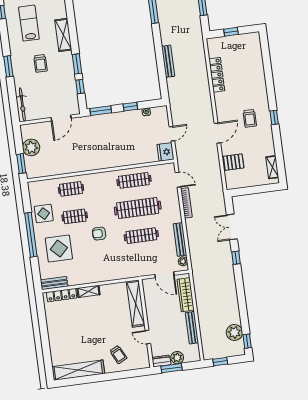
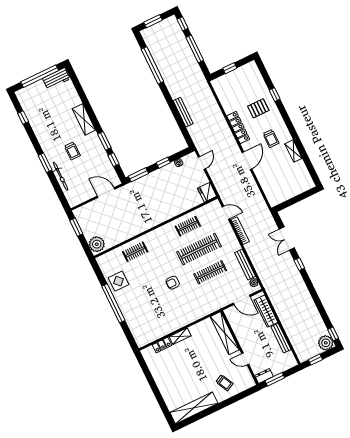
lab bench: (29, 23) -> (51, 119), removed
locker: (217, 75) -> (238, 128), moved
bicycle: (22, 105) -> (61, 176), moved
window: (274, 117) -> (275, 95), moved
door: (61, 118) -> (106, 193), swing flipped
door: (172, 134) -> (202, 163), moved
plant: (31, 147) -> (97, 244), moved
pallet: (234, 162) -> (258, 108), moved
window: (21, 164) -> (76, 227), moved
shelving: (272, 167) -> (293, 151), moved
clothes rail: (134, 180) -> (188, 226), width x0.73
clothes rail: (75, 216) -> (146, 275), removed
display table: (59, 249) -> (142, 307), removed
bench: (54, 283) -> (148, 339), removed
locker: (62, 295) -> (162, 345), width x0.66
plant: (234, 332) -> (326, 343), moved
plant: (177, 358) -> (277, 368), removed

